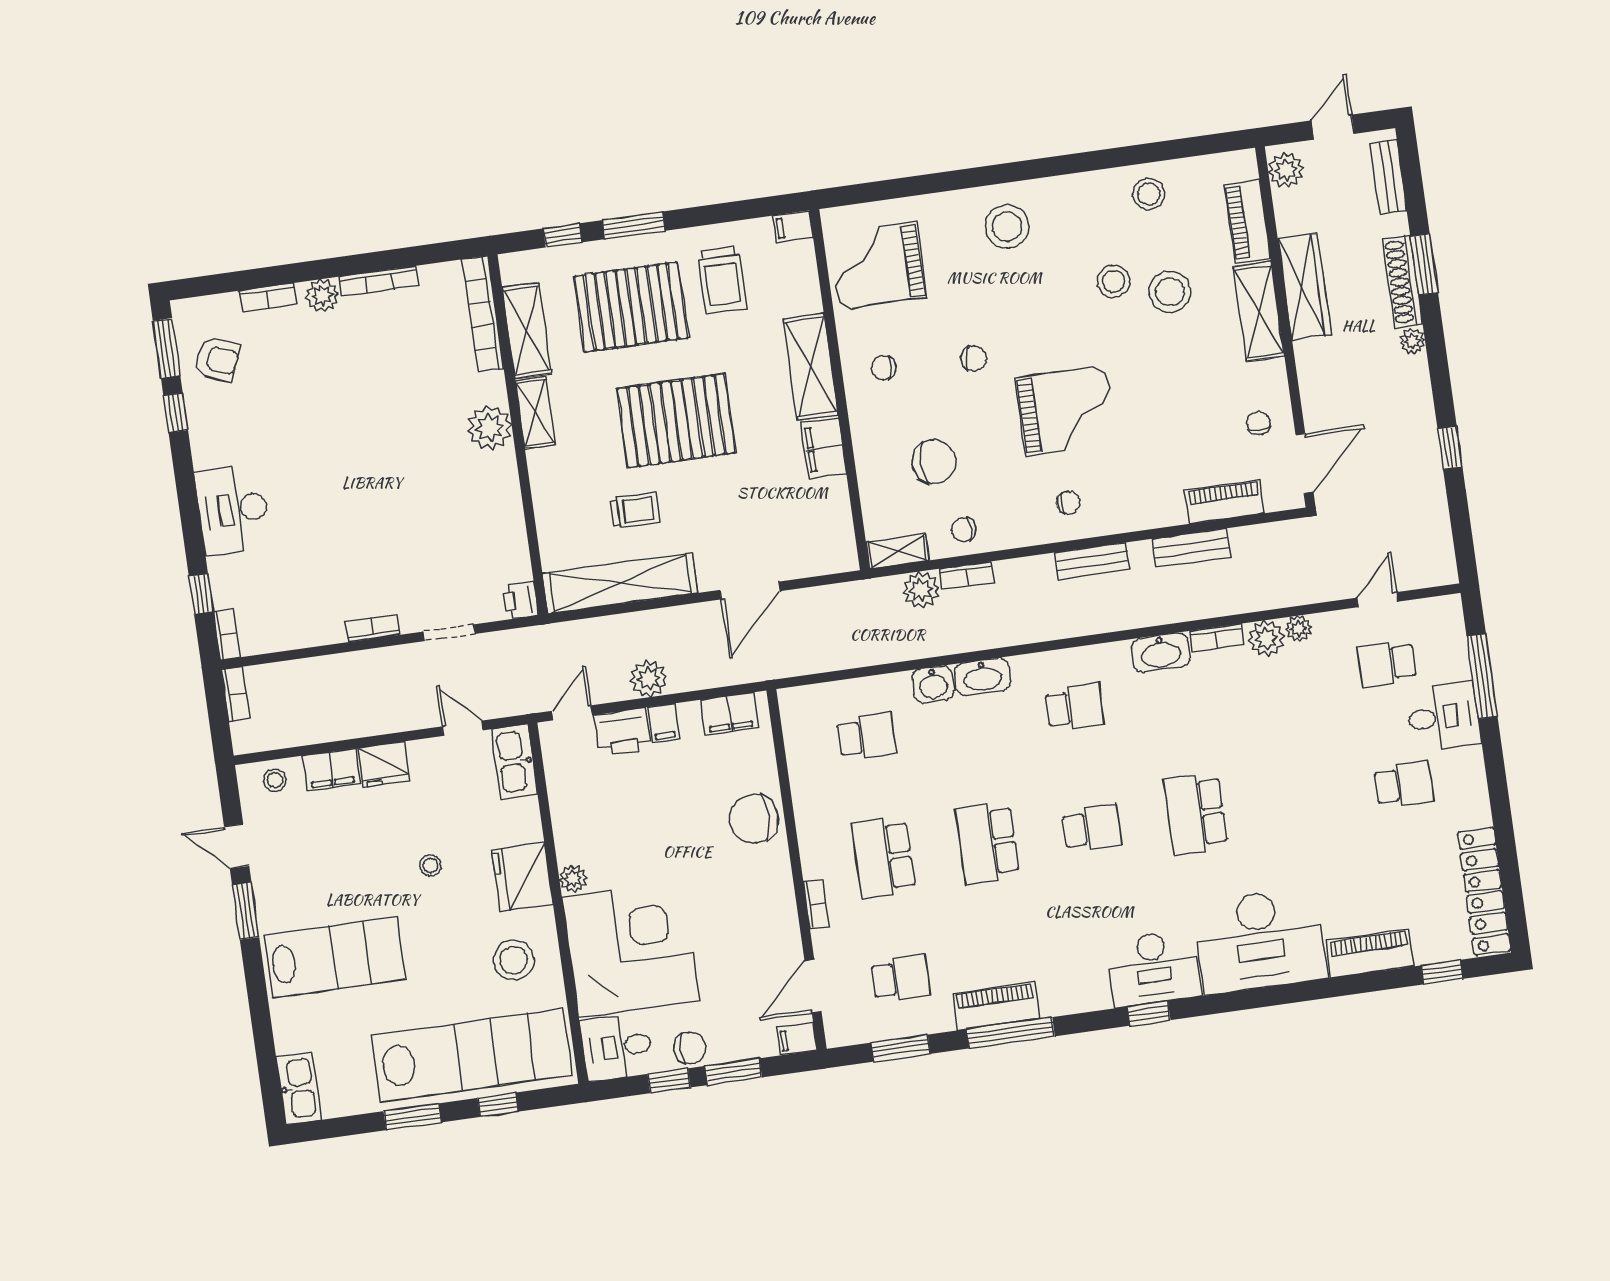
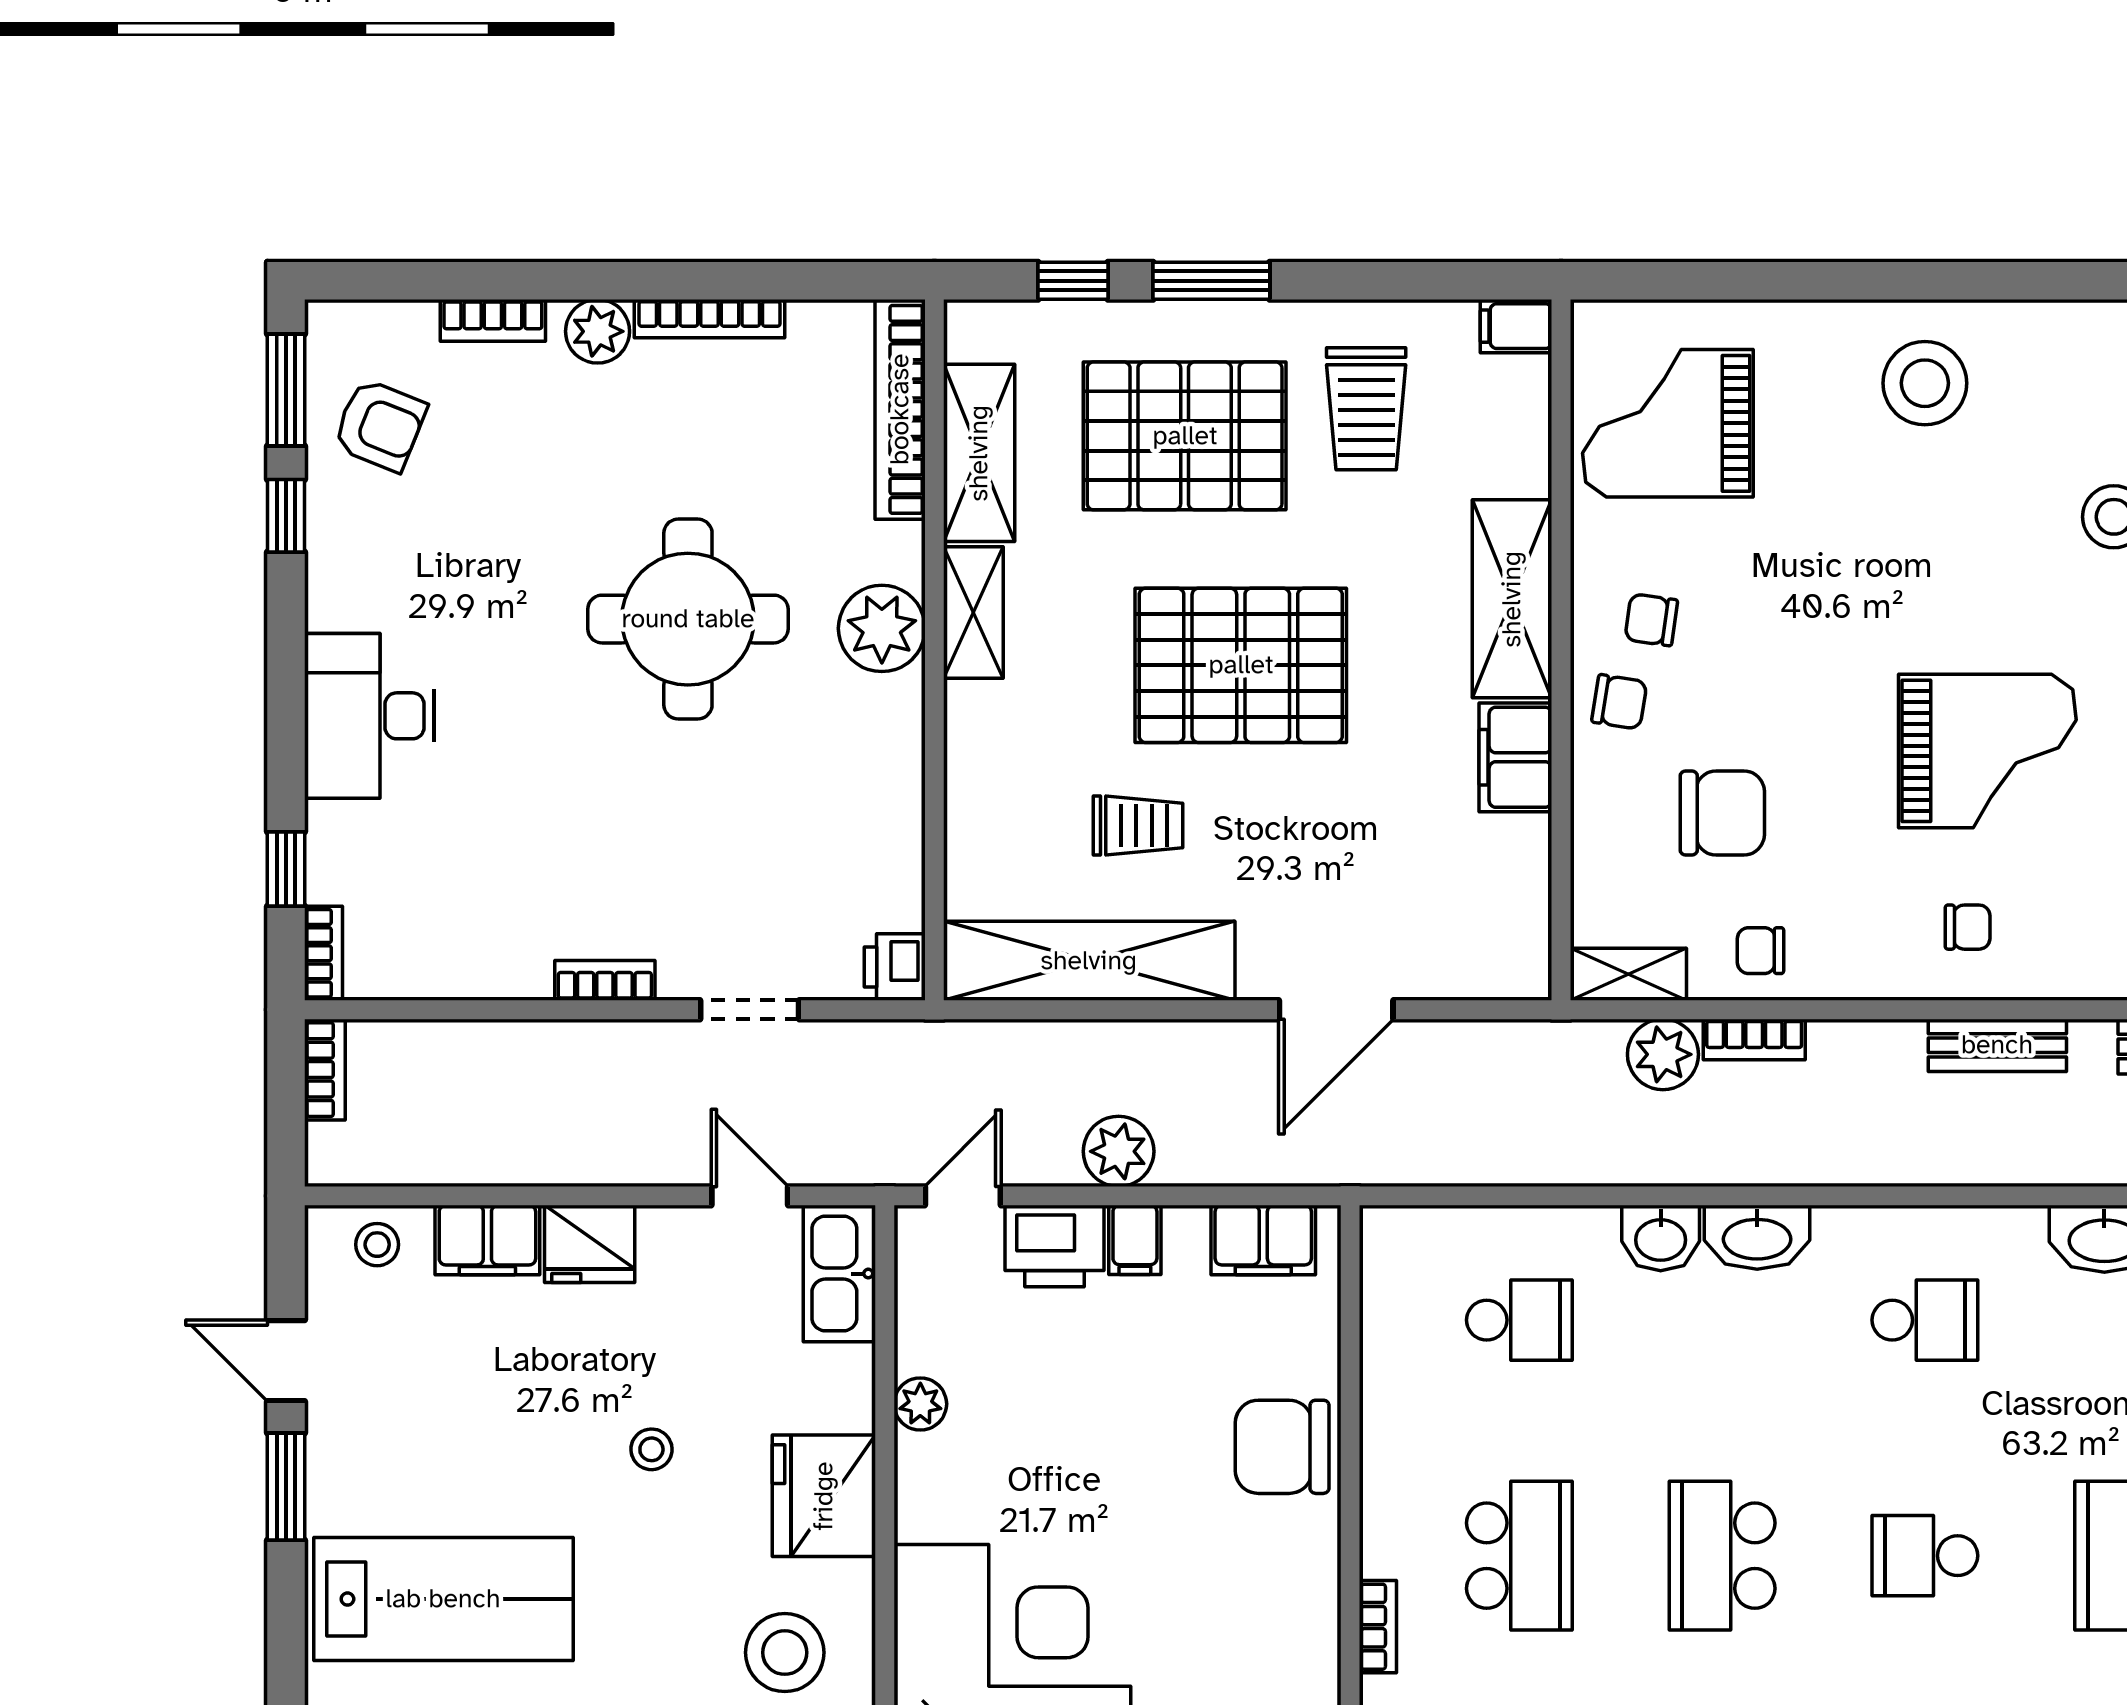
chair: (974, 358) -> (1619, 702), moved
round table: (389, 437) -> (688, 619), added
school desk: (1092, 828) -> (1925, 1556), turned 180
school desk: (884, 857) -> (1519, 1556), turned 180
plant: (573, 879) -> (920, 1404), moved

